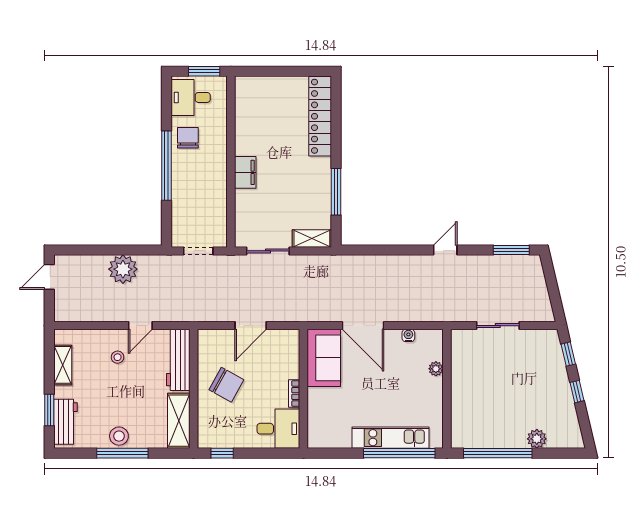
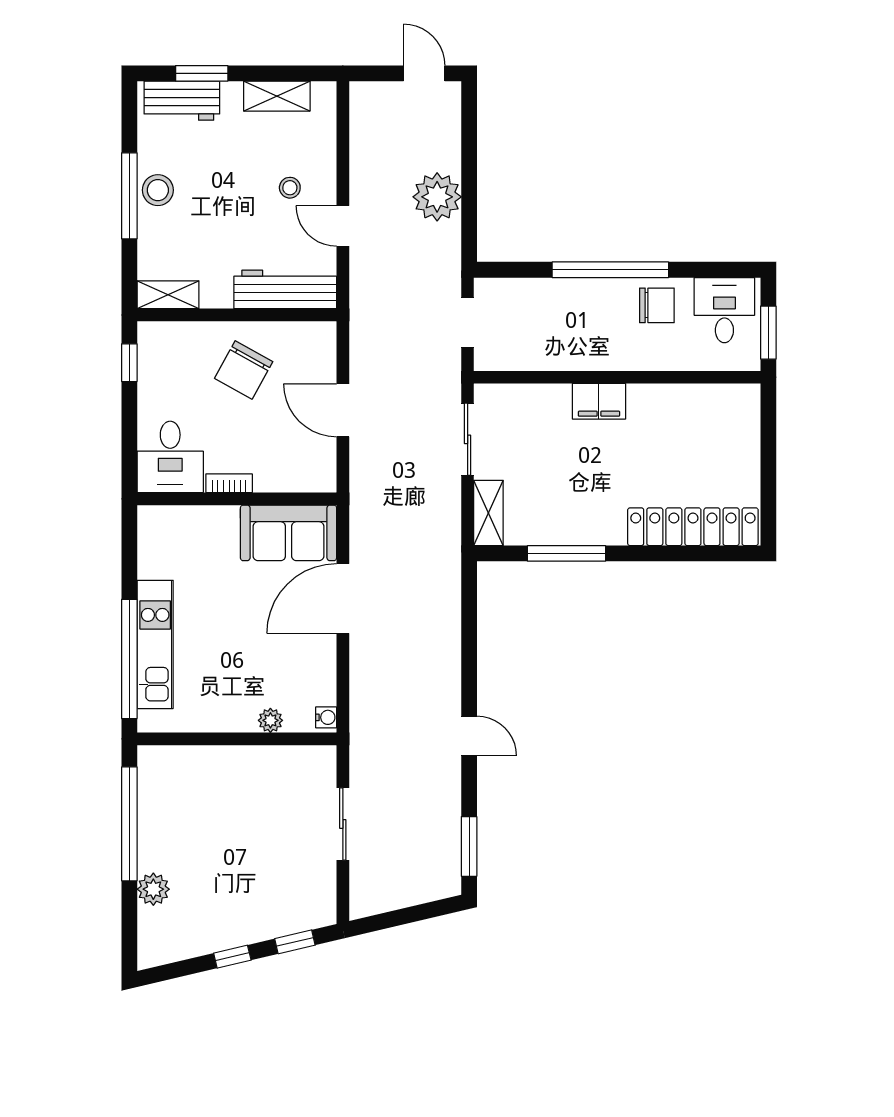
water cooler: (408, 335) -> (326, 717), moved
shelving: (179, 421) -> (168, 295), width x0.67, depth x0.75

